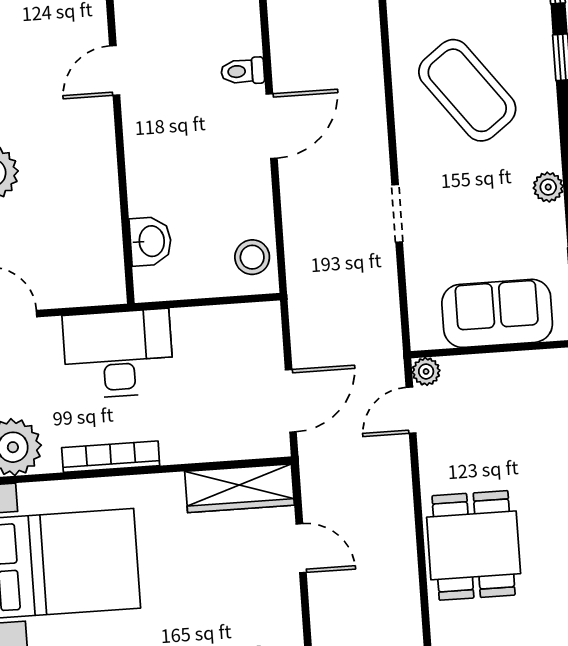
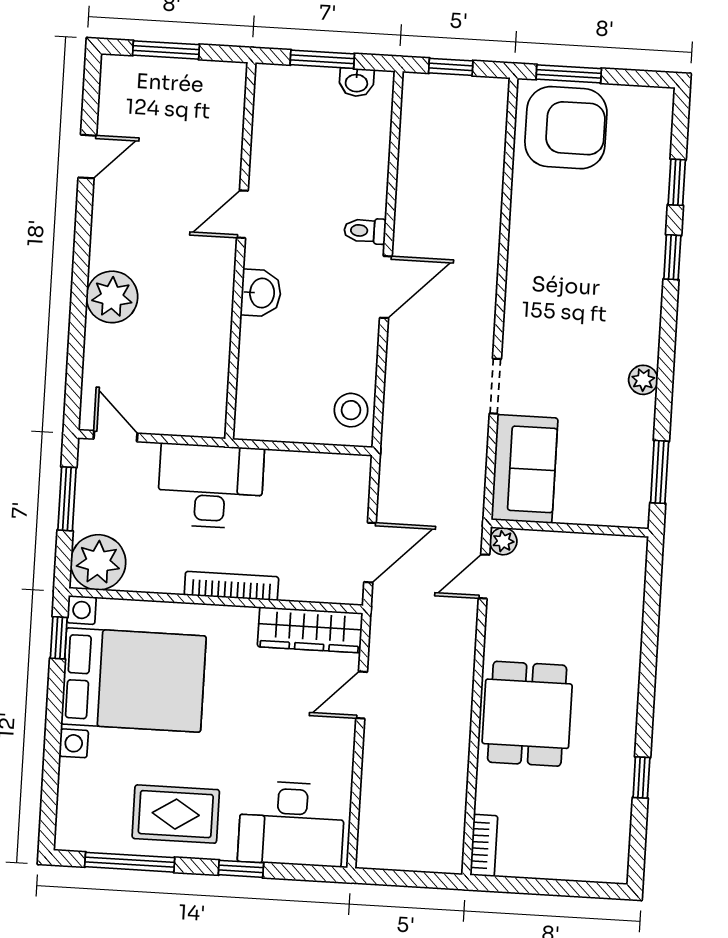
coffee table: (467, 90) -> (578, 277), removed
washbasin: (151, 241) -> (261, 293), moved
sofa: (497, 313) -> (524, 469), moved, turned 90
bookcase: (111, 457) -> (231, 586), moved
door: (301, 548) -> (362, 695), swing flipped

